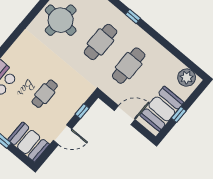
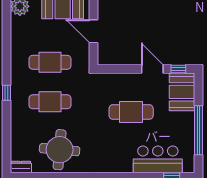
cafe table: (45, 94) -> (131, 112), width x1.37, depth x1.35
window: (82, 111) -> (178, 69), moved

